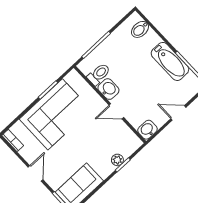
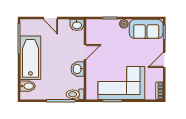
bathtub: (170, 61) -> (30, 58), width x1.36, depth x1.36
toilet: (99, 74) -> (75, 94), moved
door: (116, 111) -> (85, 52), hinge flipped
plant: (117, 160) -> (124, 24), moved

